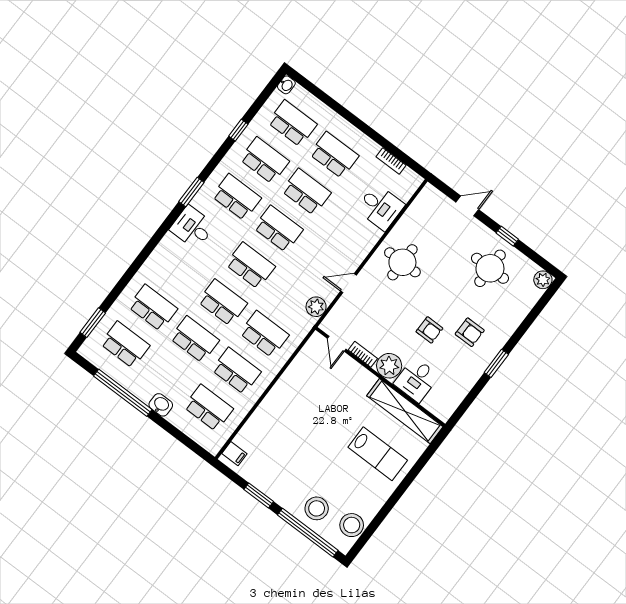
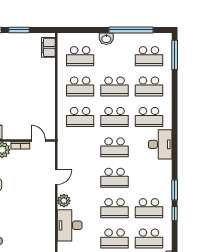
window: (191, 192) -> (175, 190), moved
school desk: (237, 197) -> (149, 117), moved
desk: (380, 207) -> (70, 225), width x1.37
desk: (192, 227) -> (160, 144), width x1.37
round table: (402, 262) -> (36, 209), removed
plant: (316, 307) -> (64, 201), moved
window: (93, 323) -> (175, 55), width x1.44
filing cabinet: (234, 454) -> (48, 47), width x2.00

